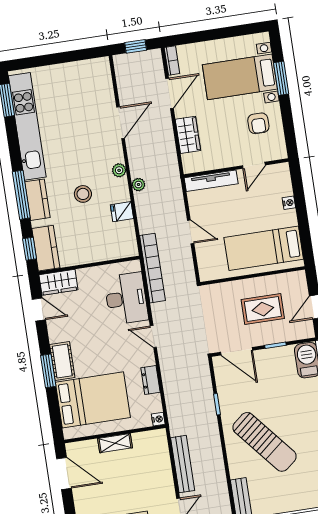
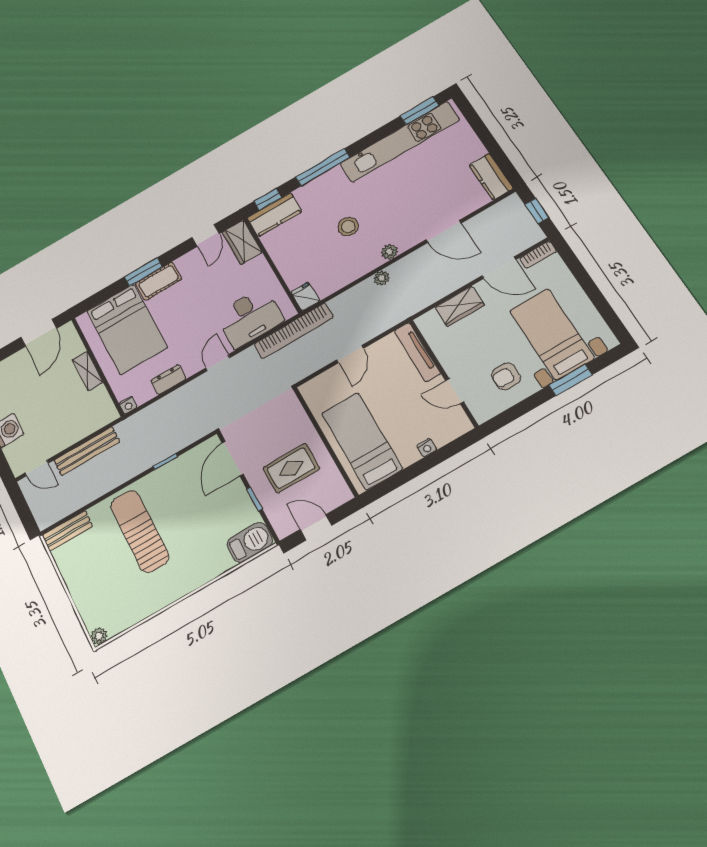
kitchen counter: (37, 200) -> (491, 177), moved, turned 90
fridge: (122, 212) -> (305, 296), moved
rug: (263, 309) -> (291, 468), turned 90
sun lounger: (265, 442) -> (140, 531), turned 130

